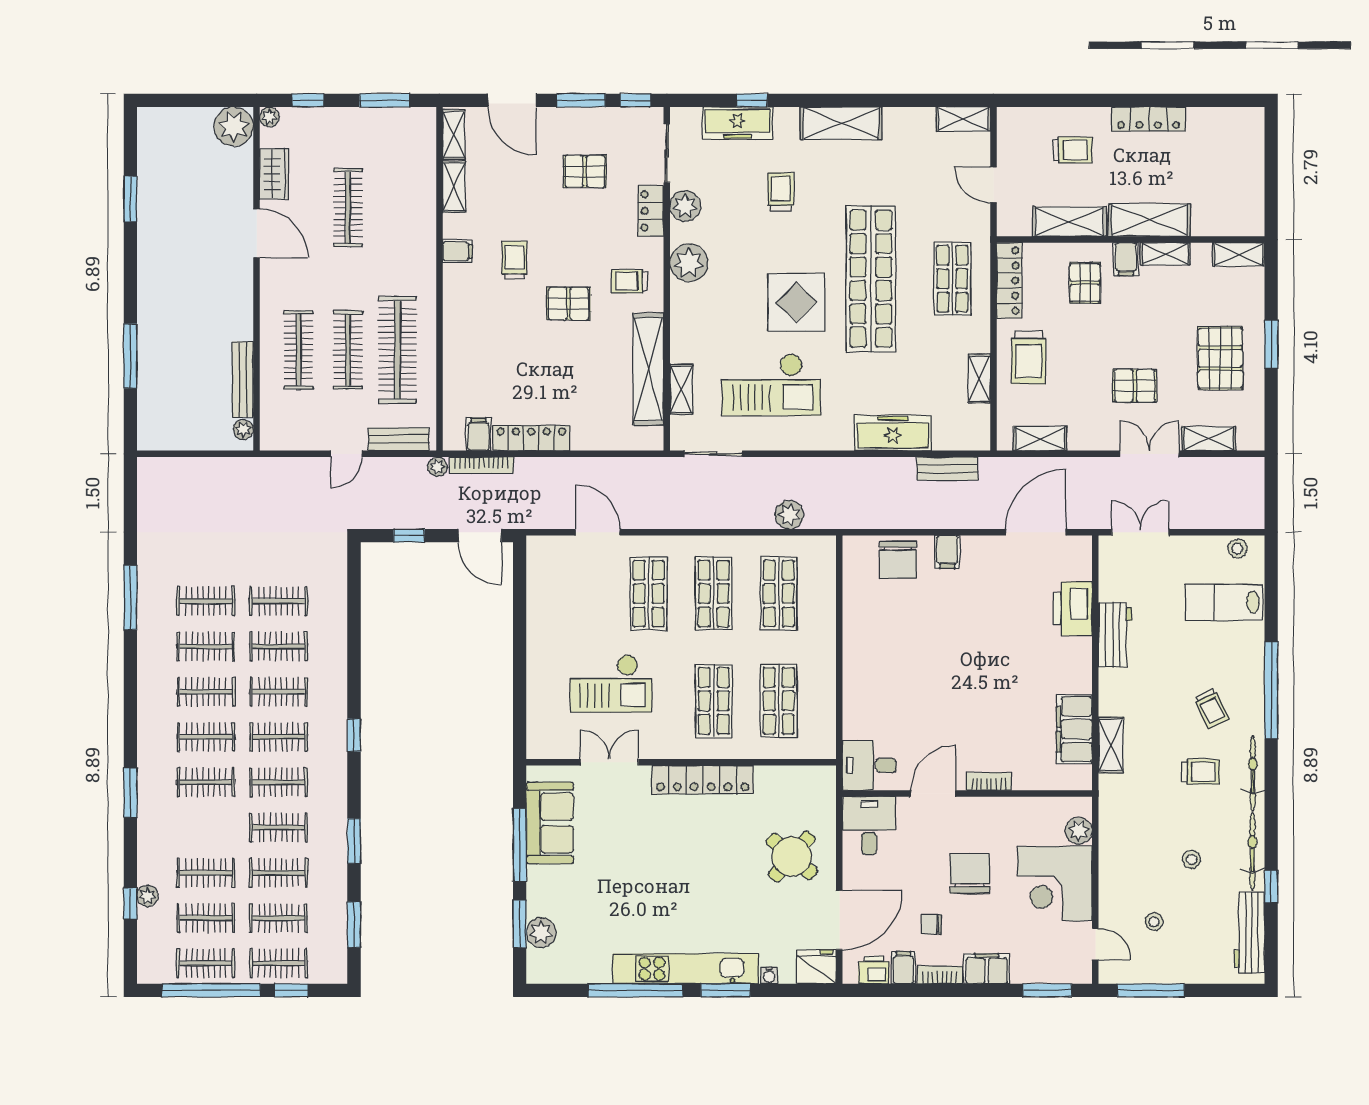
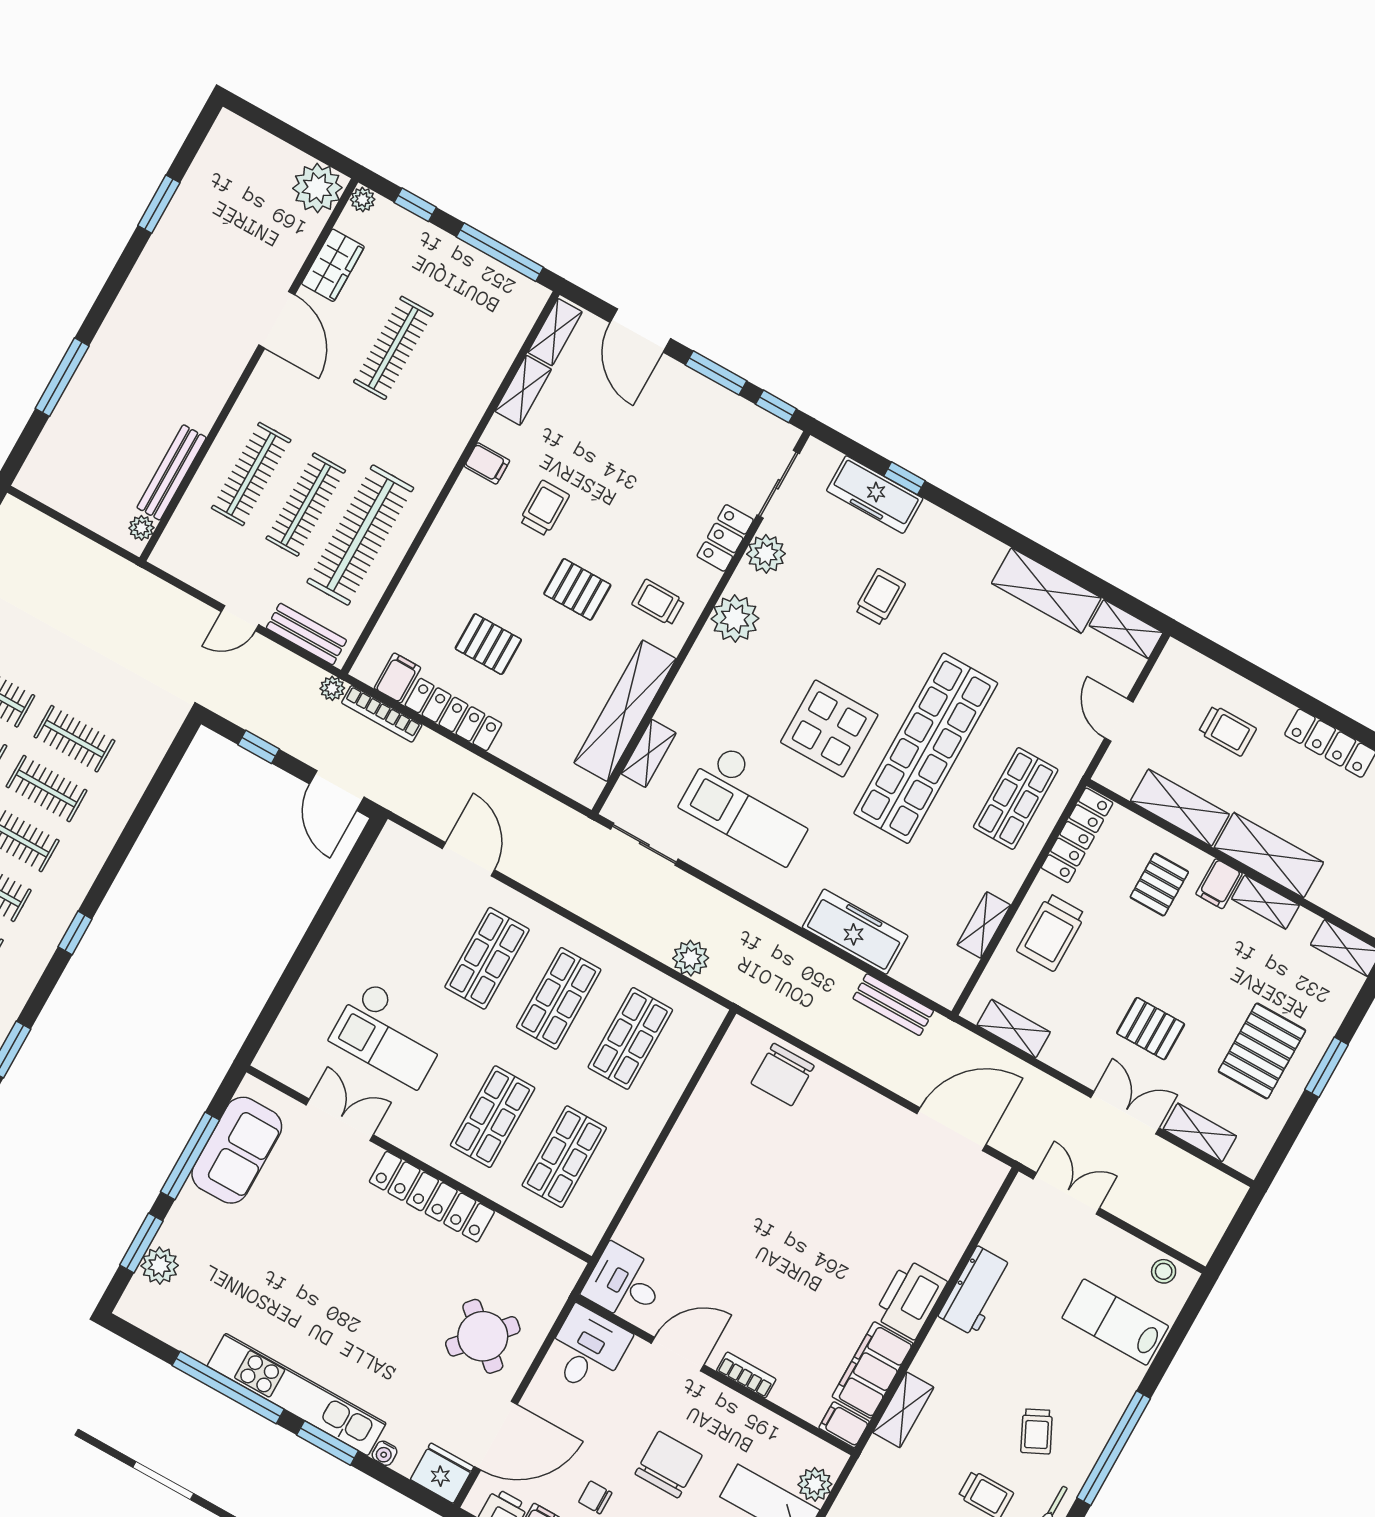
window: (385, 100) -> (500, 252), width x1.44
shelving: (841, 123) -> (1046, 591), moved
pallet: (585, 171) -> (488, 644), moved
filing cabinet: (947, 552) -> (844, 1425), moved, turned 90
printer: (1073, 609) -> (910, 1299), moved

